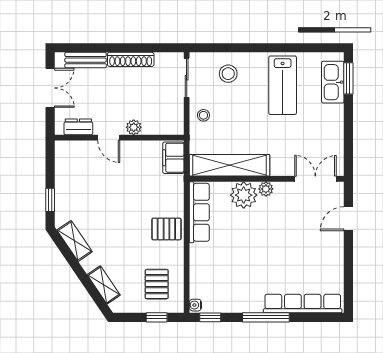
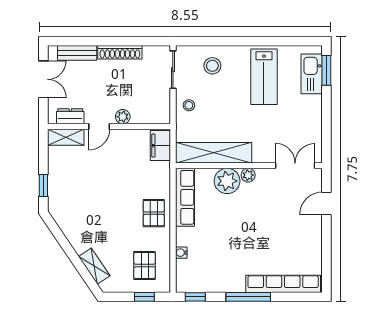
door: (109, 138) -> (99, 126), hinge flipped
pallet: (166, 229) -> (154, 213), turned 90
shelving: (75, 241) -> (66, 137), moved, turned -56
water cooler: (195, 305) -> (181, 253), moved

